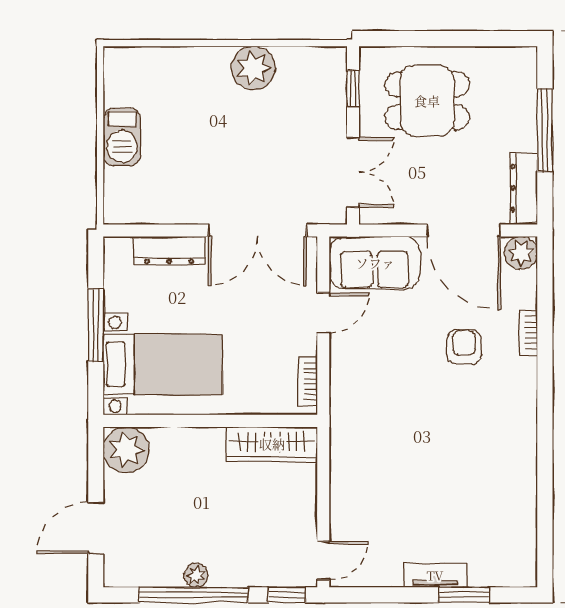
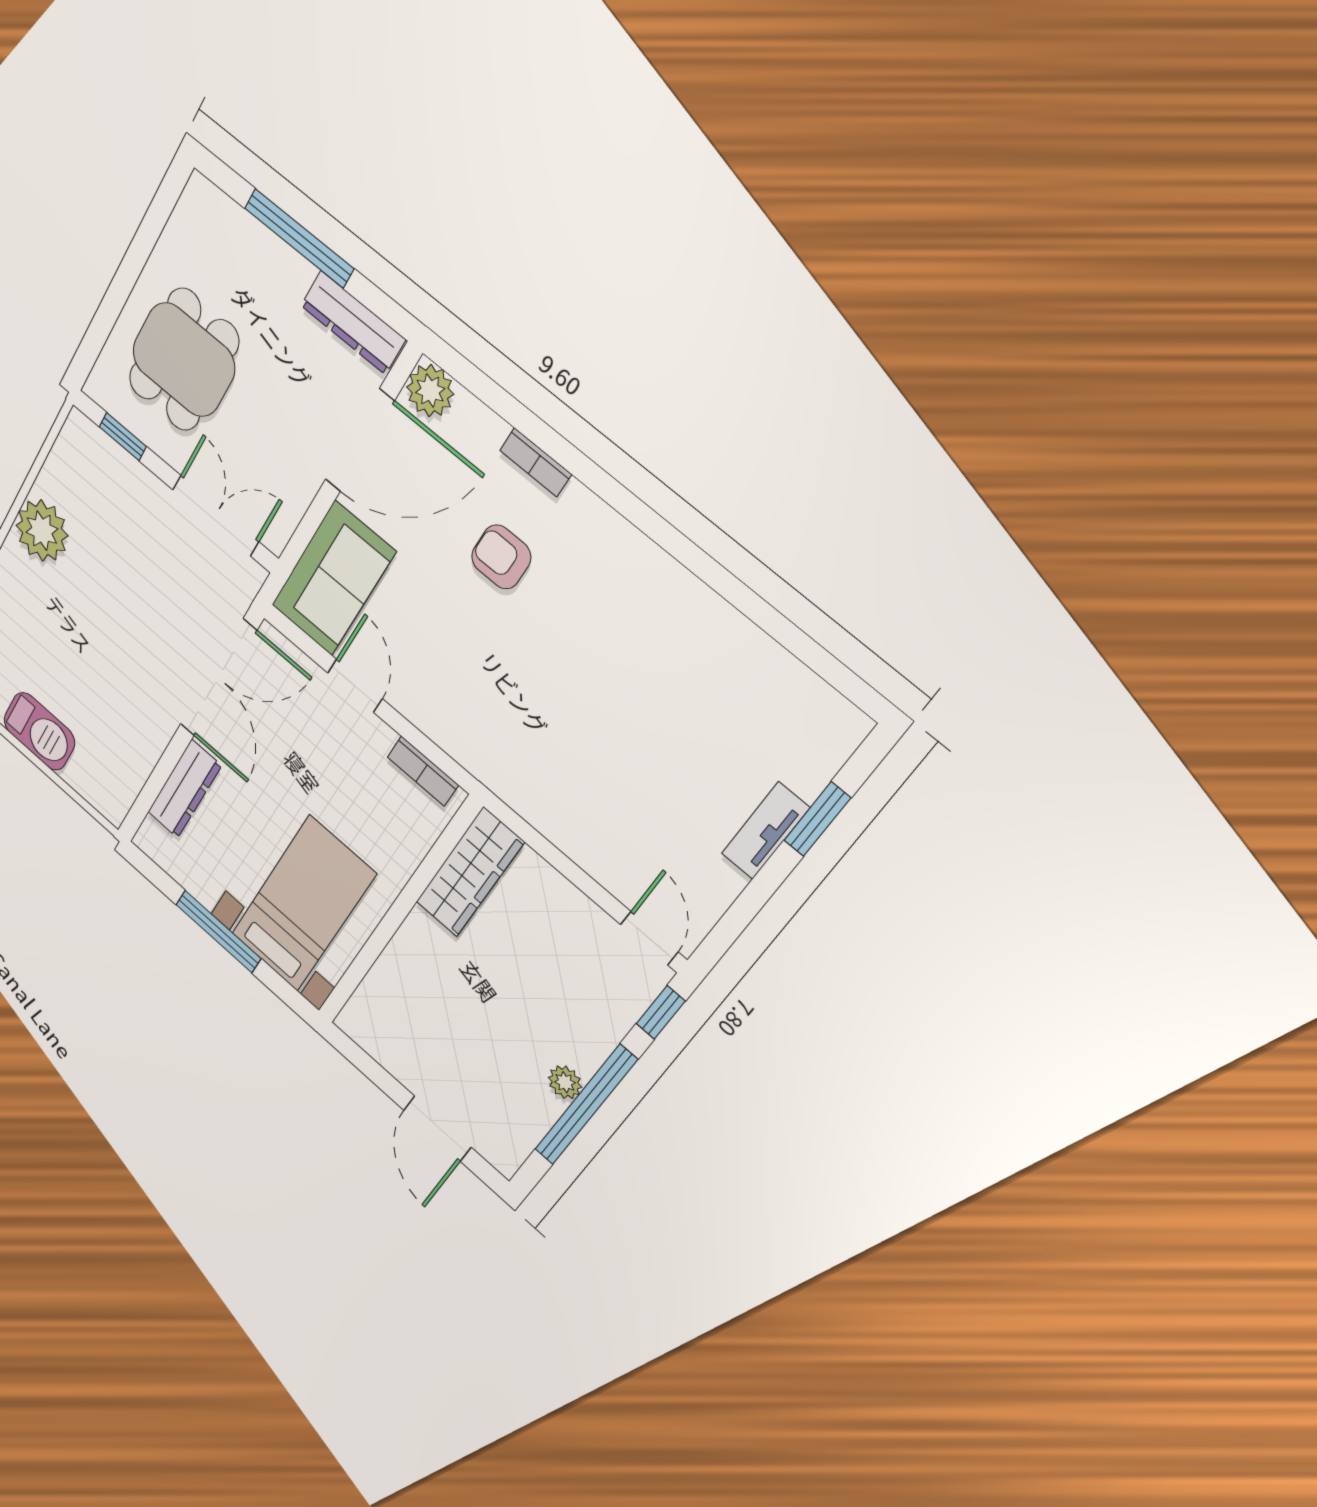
plant: (126, 450) -> (372, 1023), removed

